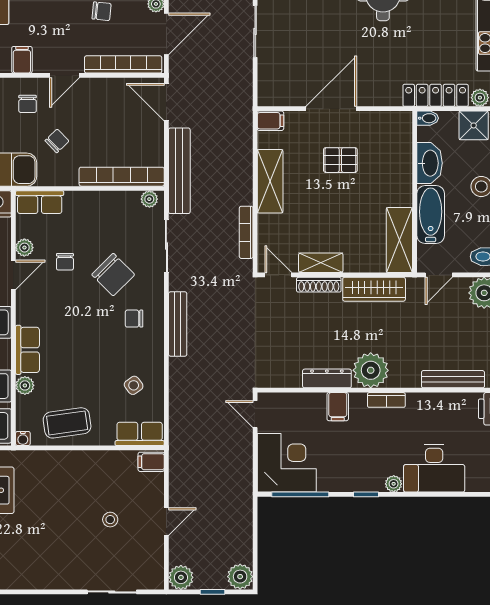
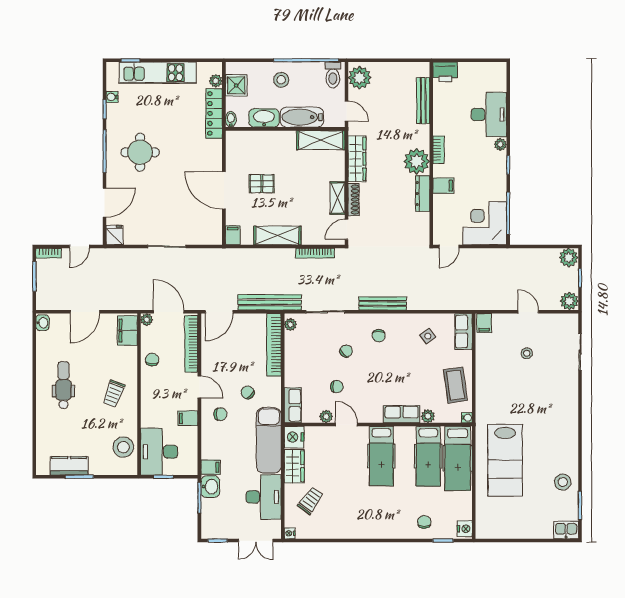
pallet: (340, 160) -> (262, 184), turned 90
chair: (113, 275) -> (346, 351), width x0.54, depth x0.54

